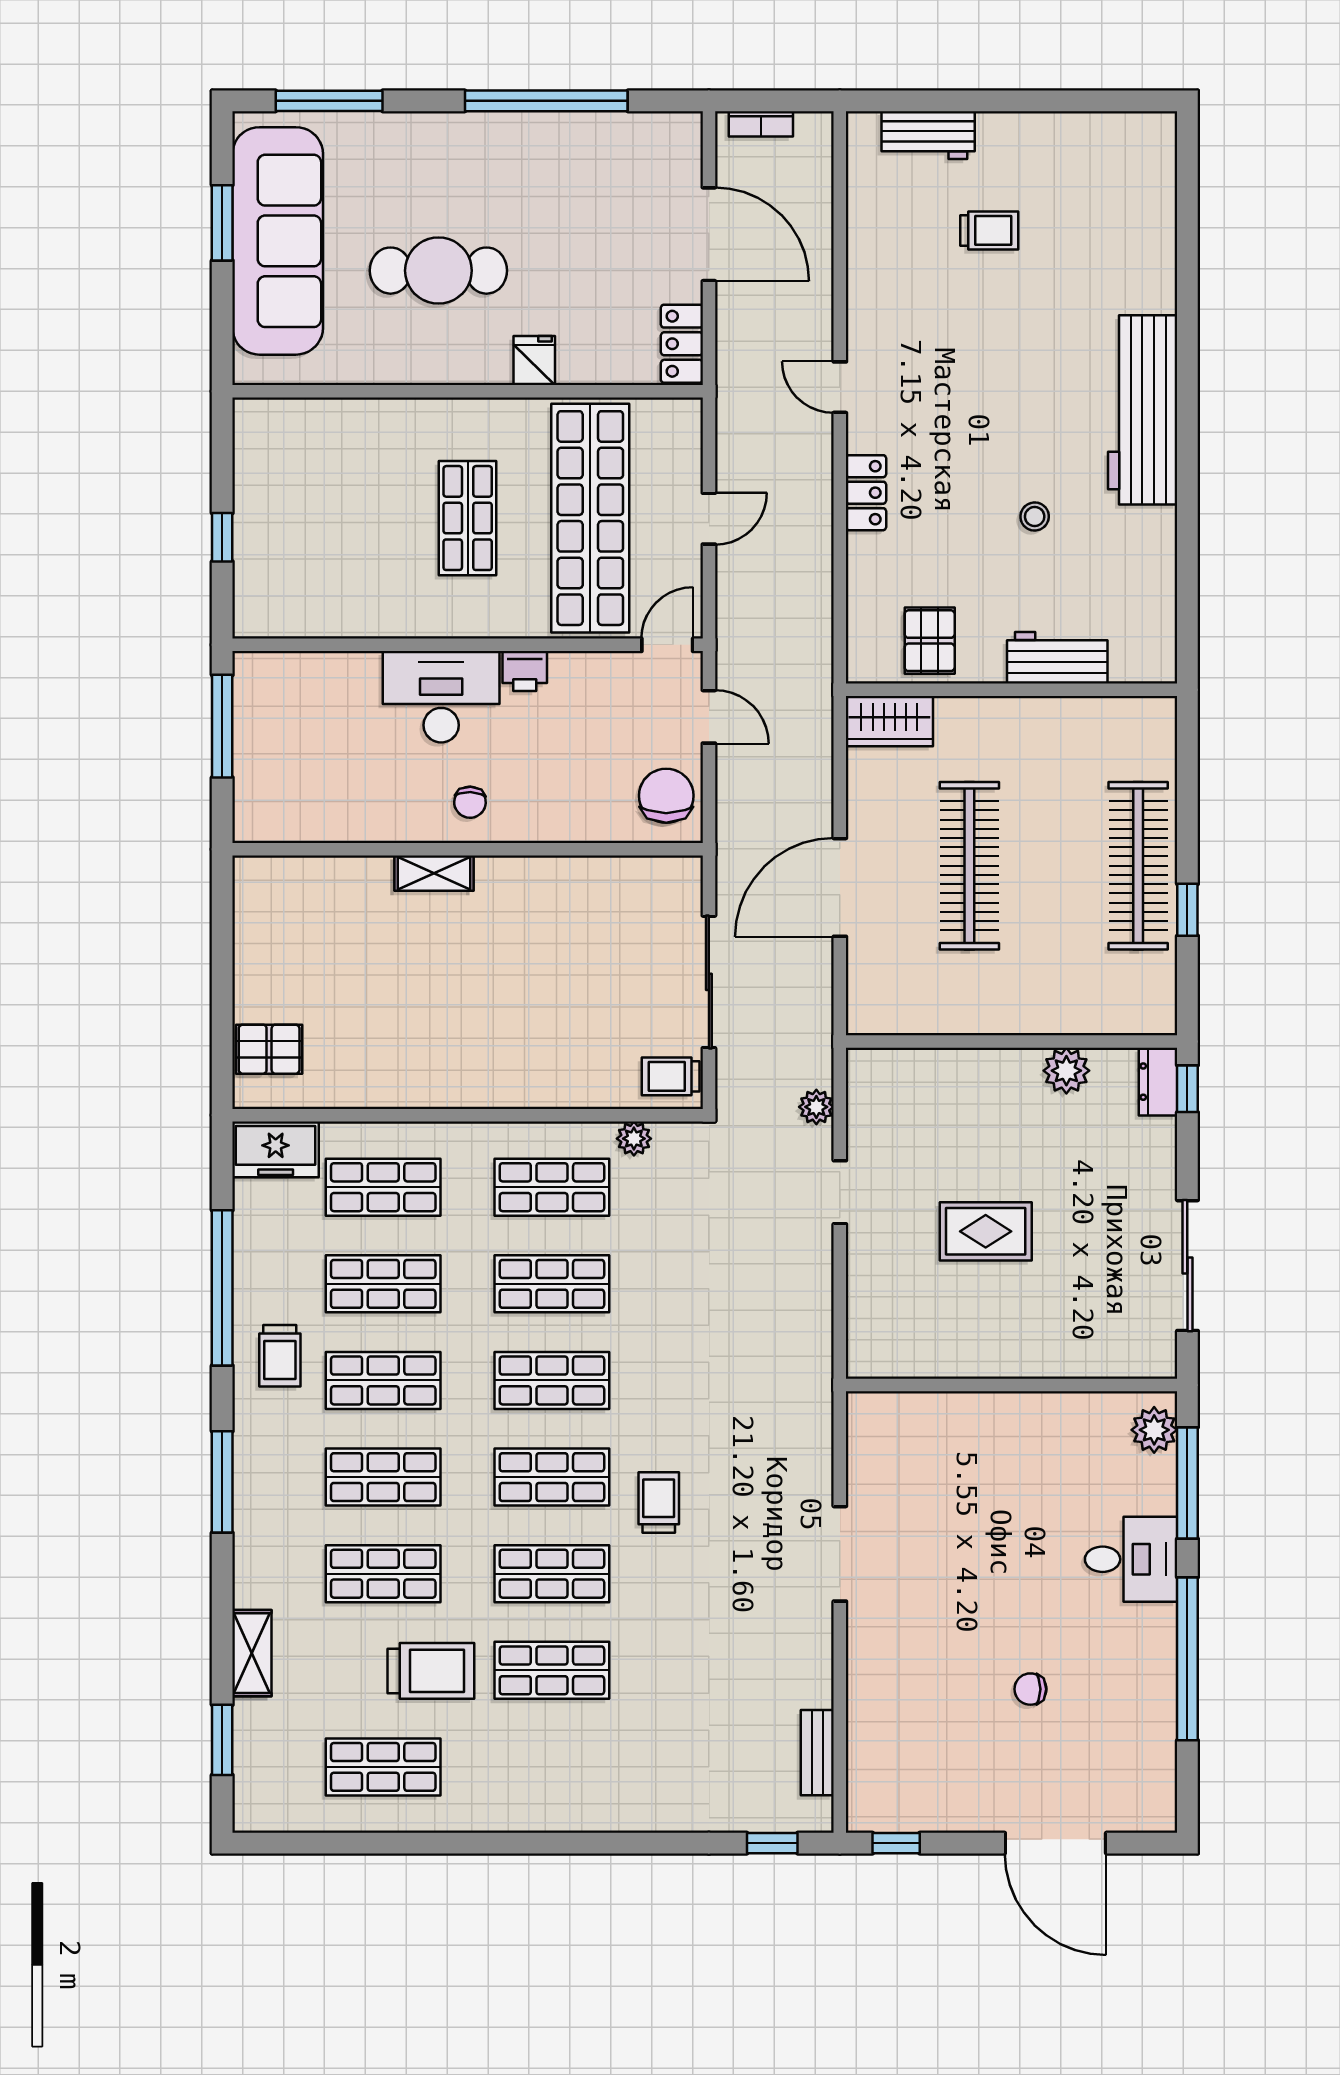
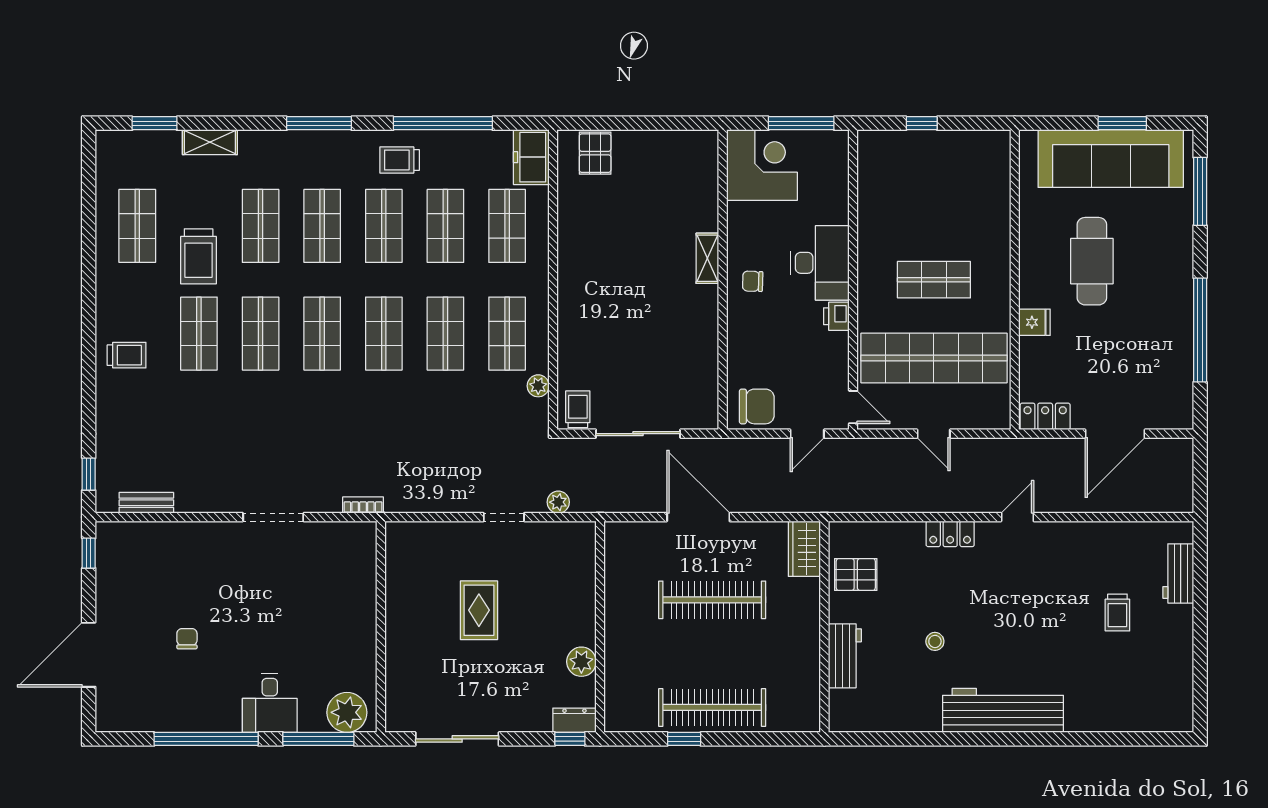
bookcase: (761, 124) -> (363, 505), moved, turned 90
corner desk: (288, 788) -> (762, 165), added
plant: (1154, 1430) -> (347, 712), width x1.36, depth x1.36
trolley: (659, 1503) -> (127, 355), moved

